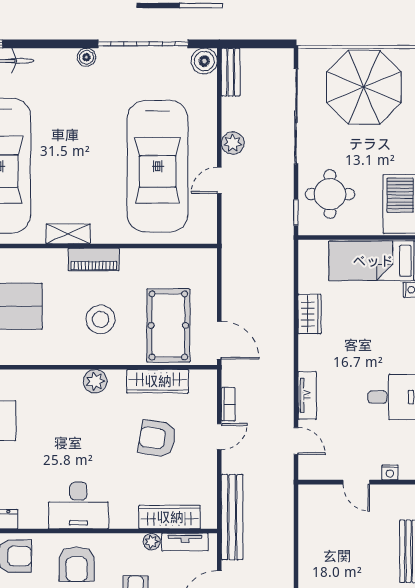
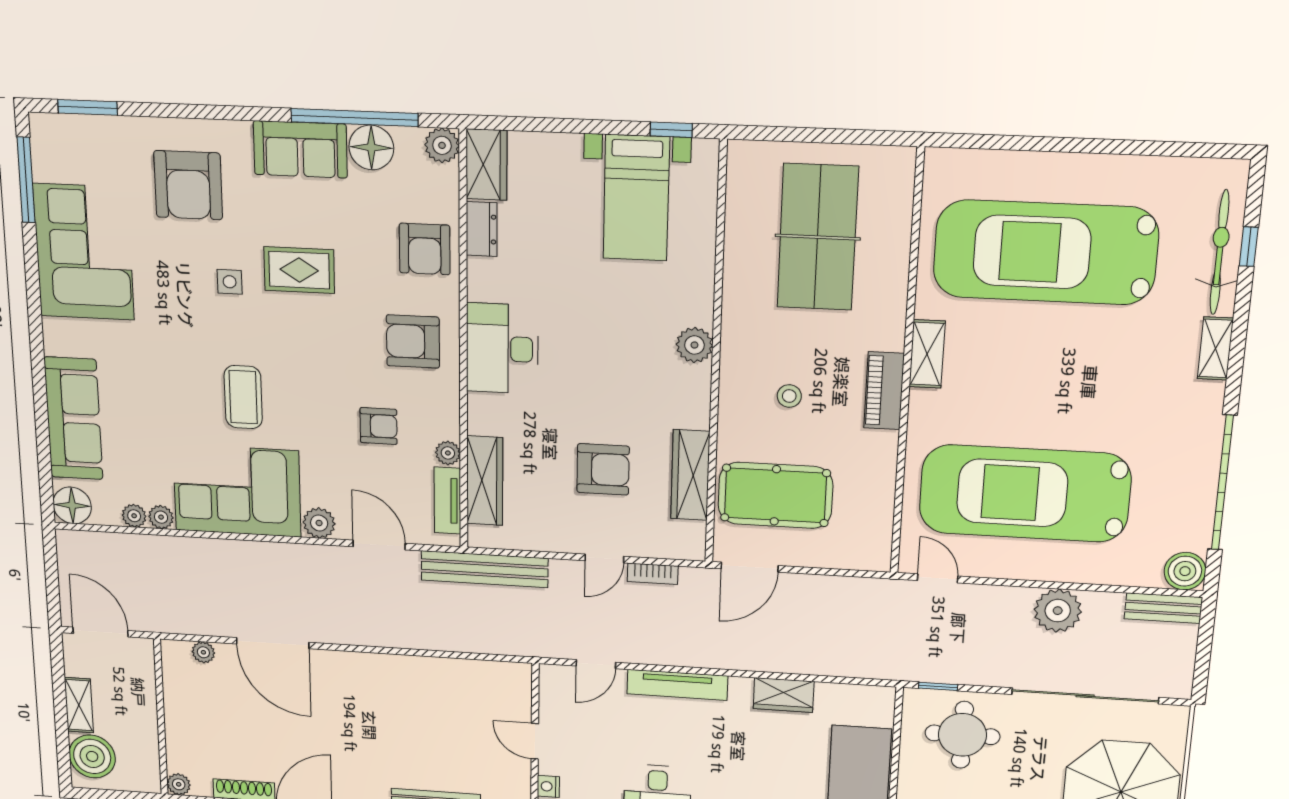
shelving: (56, 57) -> (1215, 348), added
boiler: (86, 57) -> (1210, 396), removed
plant: (233, 143) -> (1058, 611), width x1.36, depth x1.36
door: (219, 180) -> (938, 578), moved
stool: (101, 319) -> (789, 396), width x0.53, depth x0.53
plant: (95, 381) -> (694, 345), moved
tv unit: (307, 395) -> (677, 685), width x1.41
door: (219, 437) -> (604, 558), hinge flipped
armchair: (157, 439) -> (603, 469), turned 81
door: (356, 482) -> (535, 741), hinge flipped

